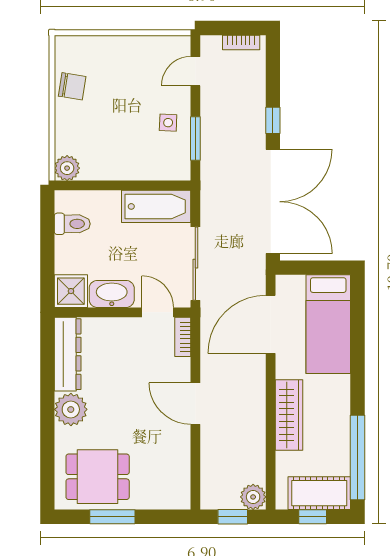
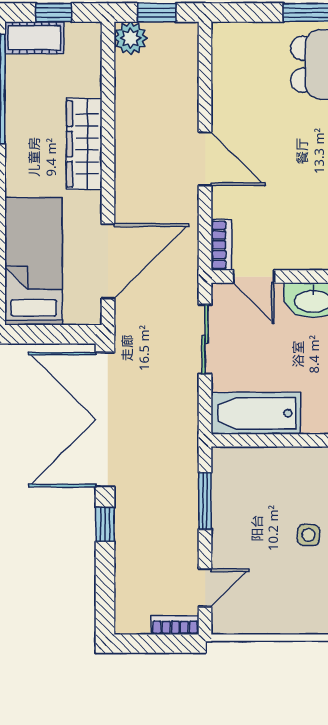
bookcase: (241, 42) -> (175, 625), moved
side table: (168, 123) -> (309, 535), moved
sliding door: (195, 264) -> (205, 339), width x0.73
cot: (319, 493) -> (34, 38), width x0.73, depth x0.75

